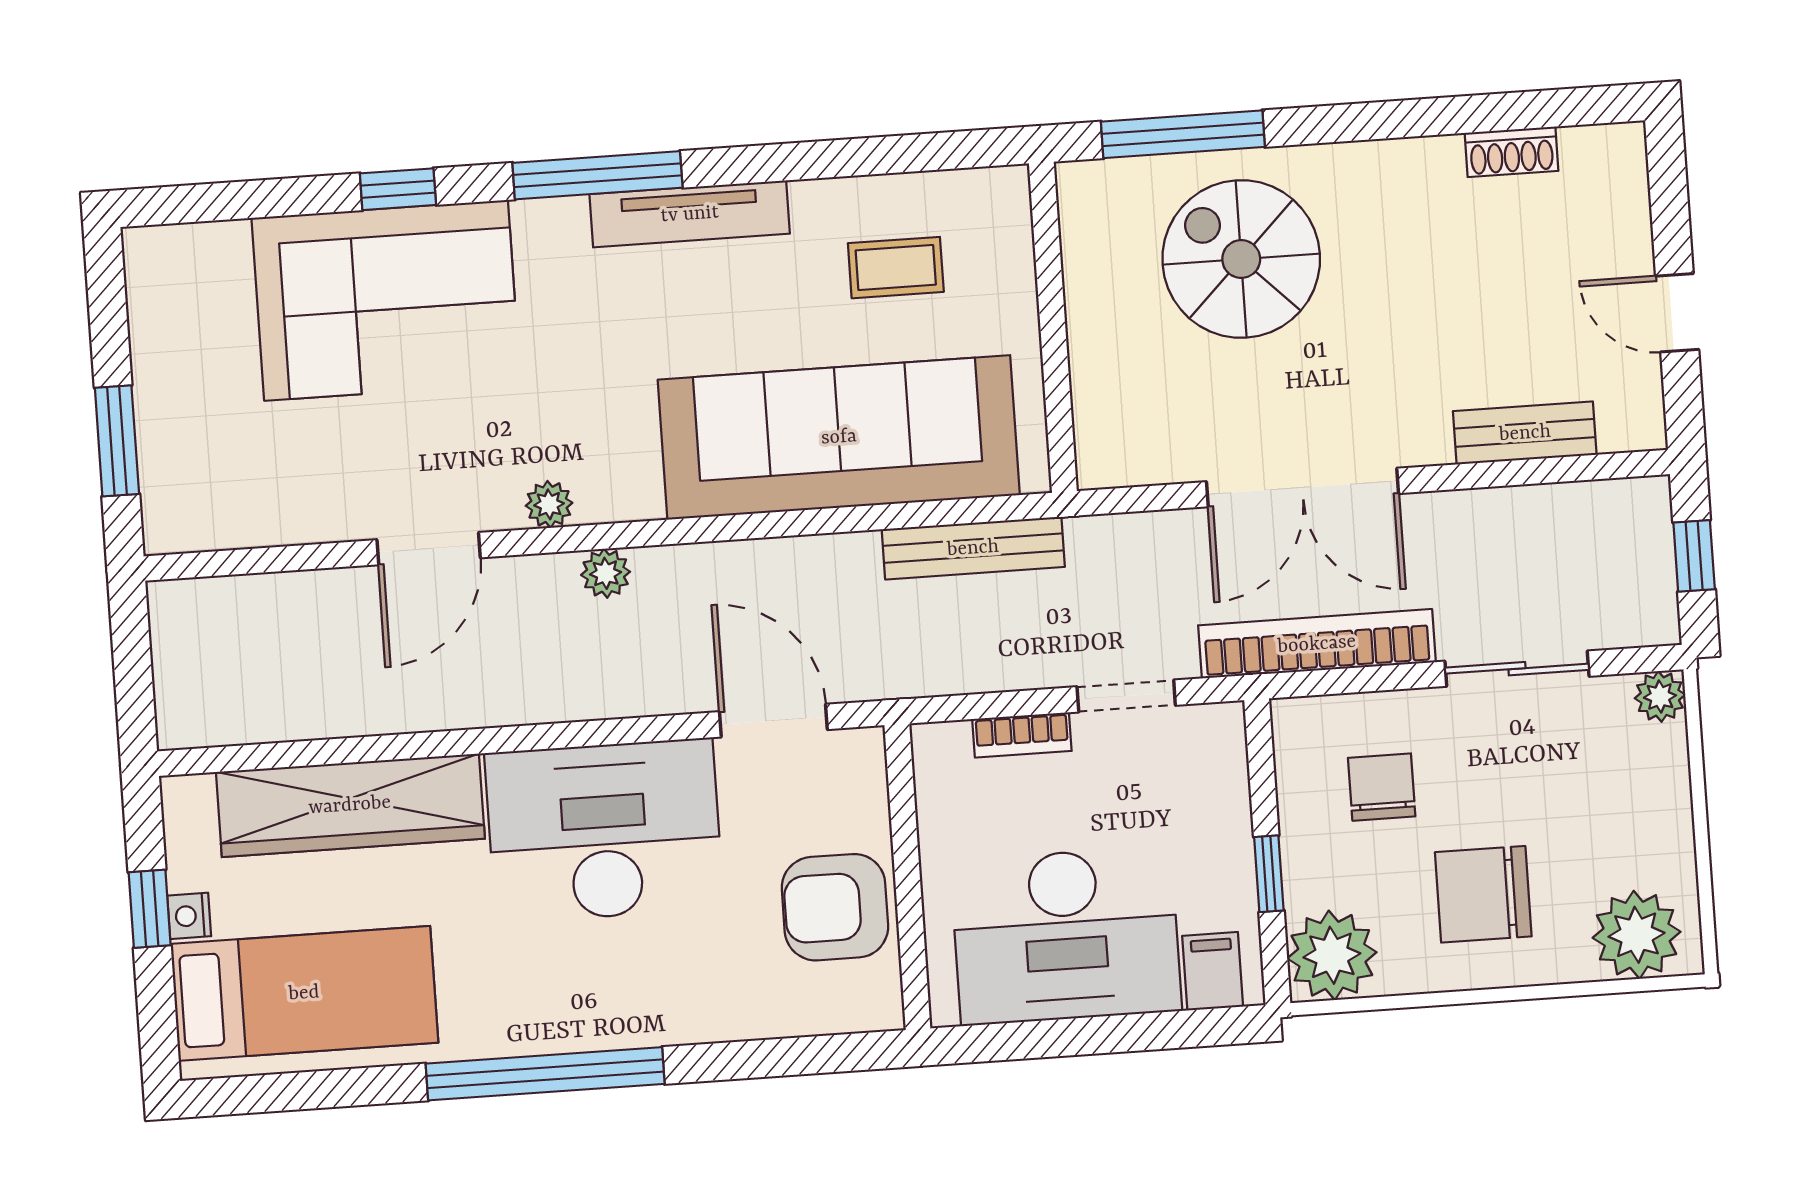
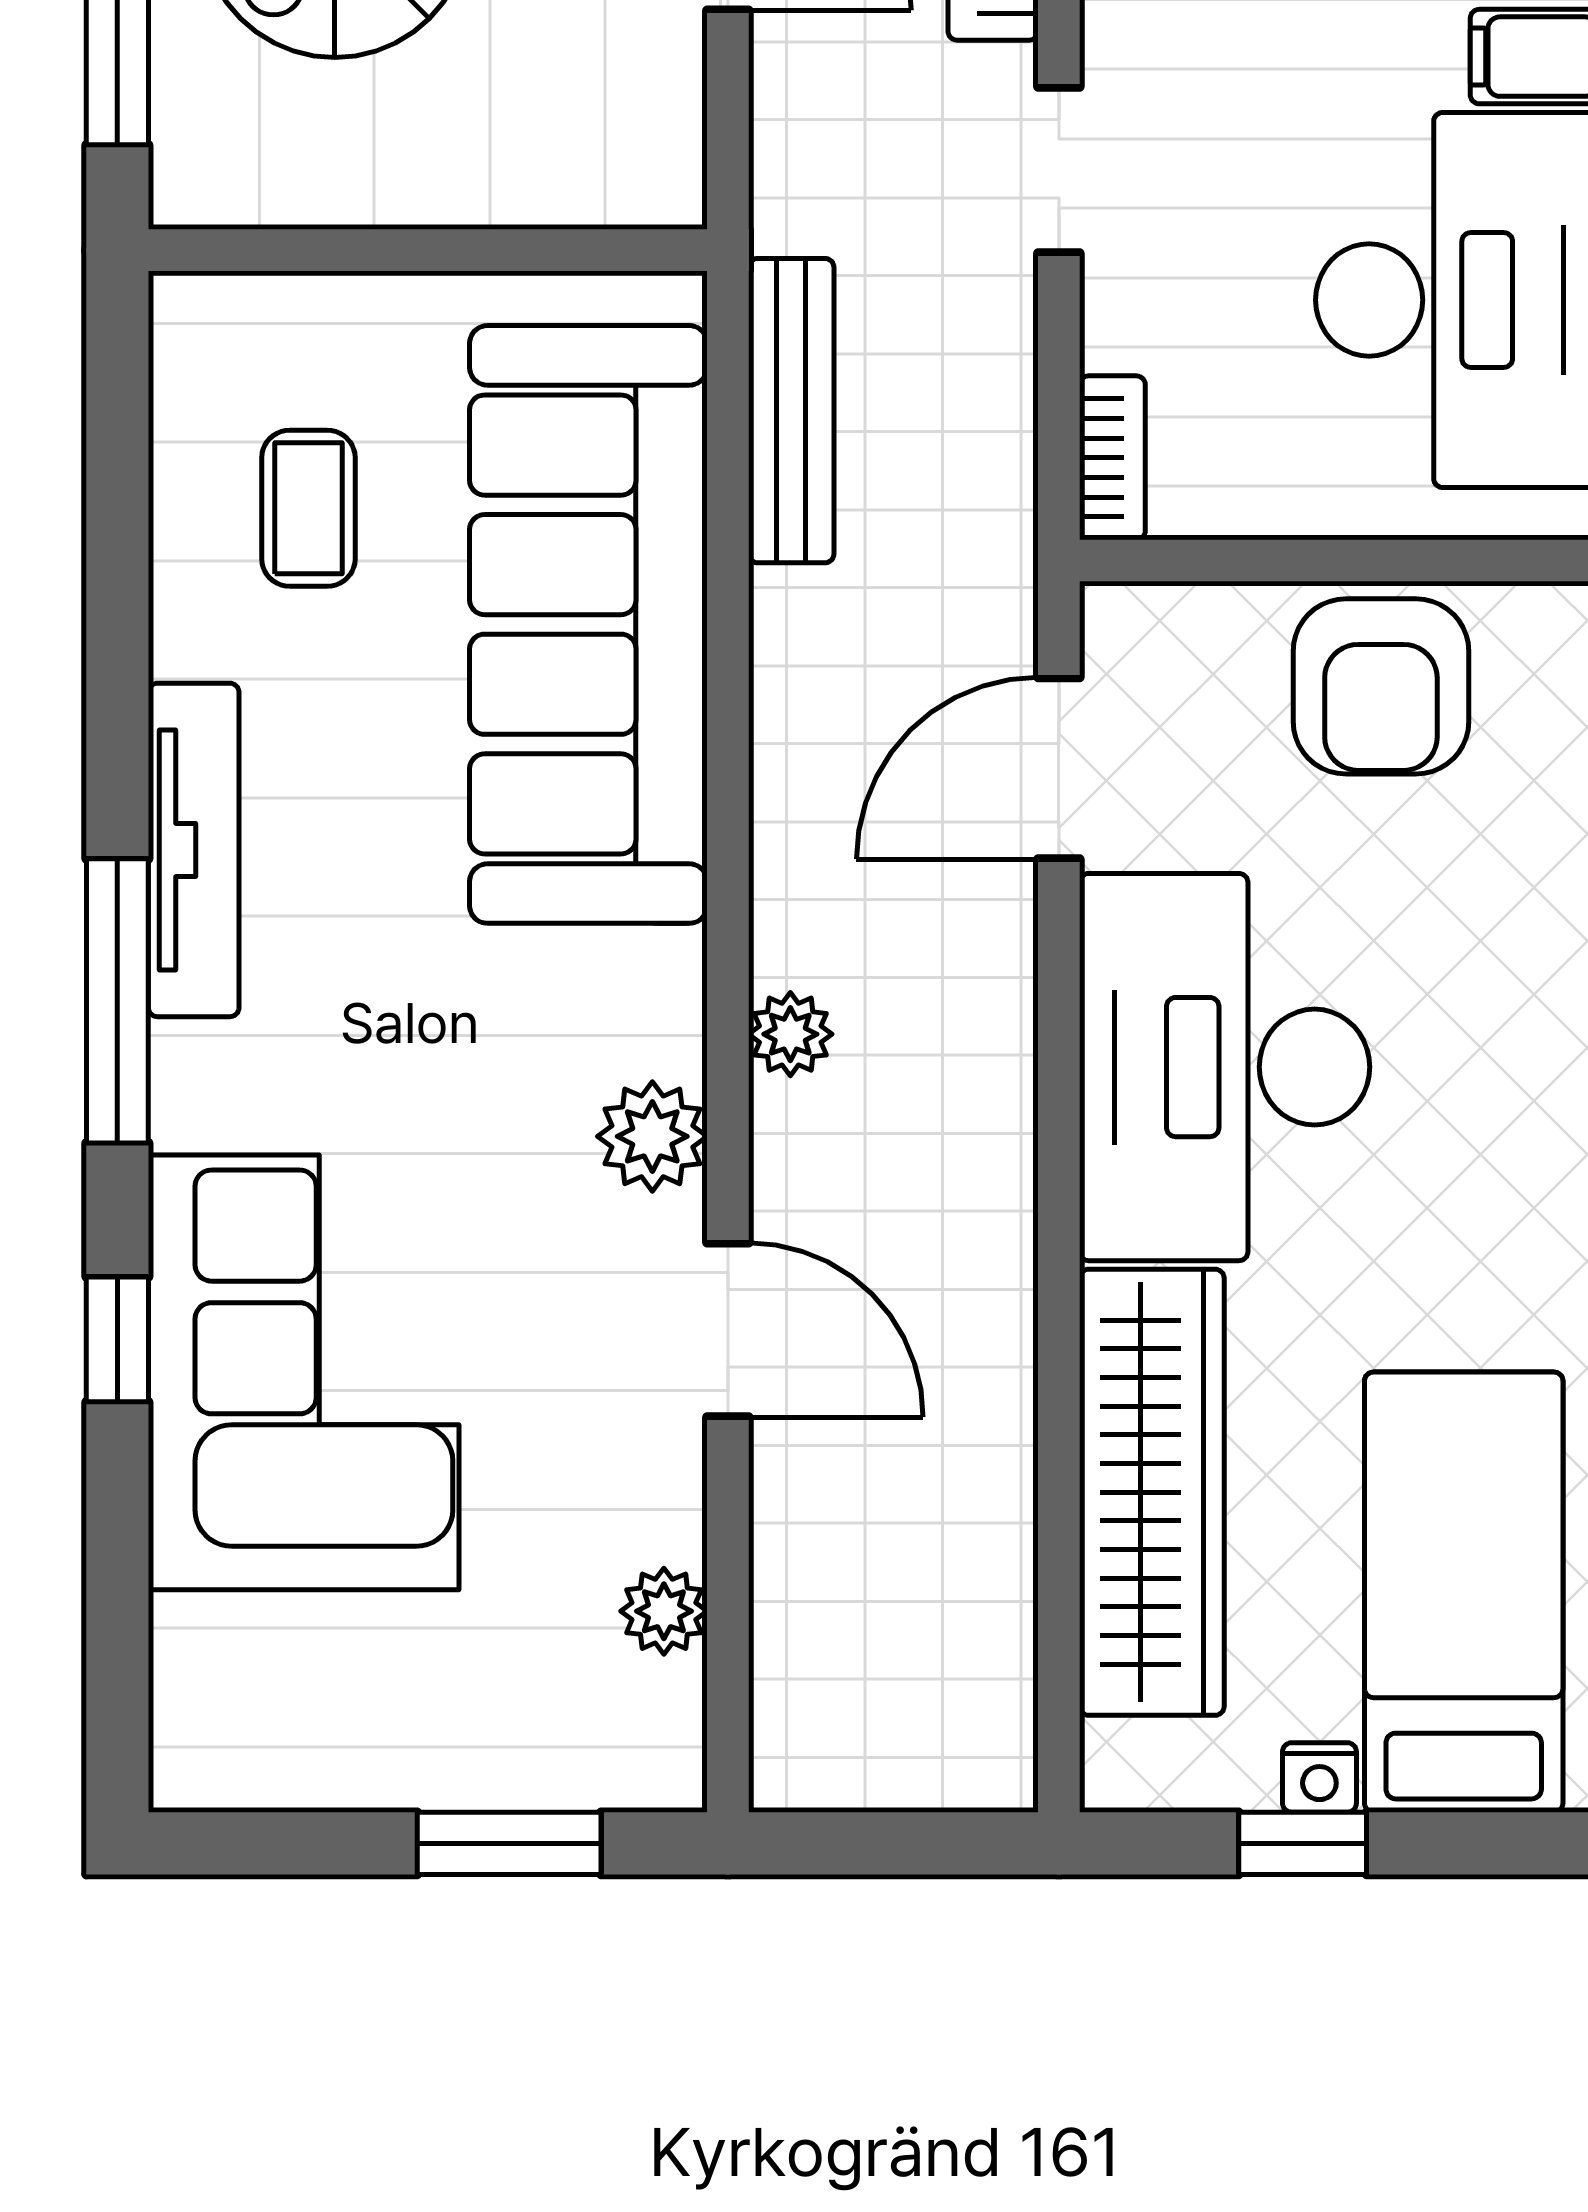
plant: (549, 504) -> (652, 1136), width x1.38, depth x1.38
plant: (260, 523) -> (664, 1611), added
bookcase: (1022, 735) -> (1112, 458), moved

